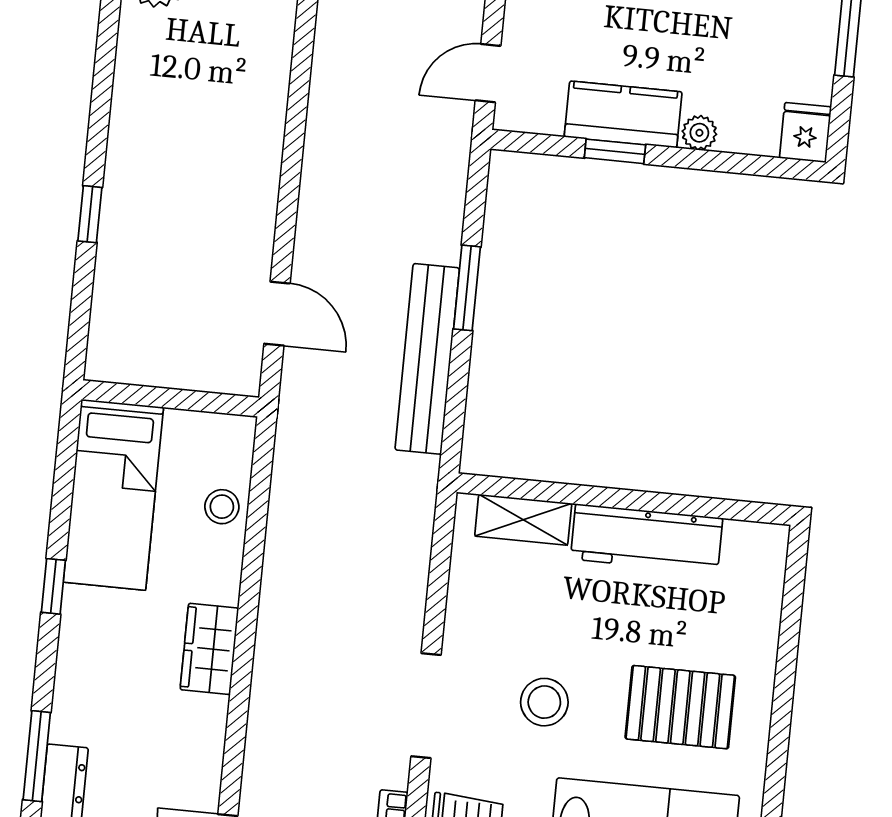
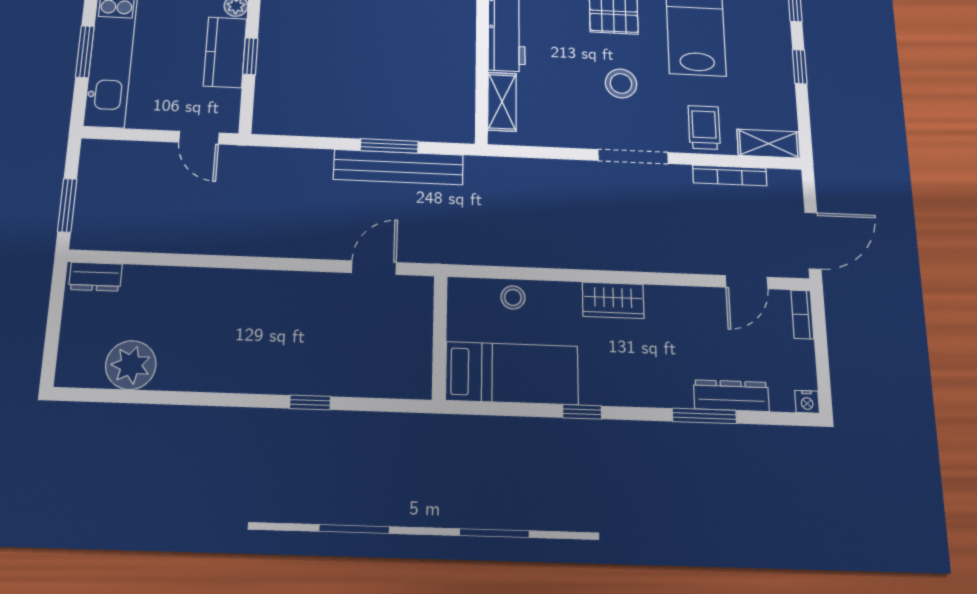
window: (467, 288) -> (389, 146), moved

